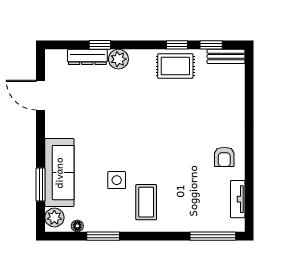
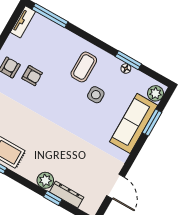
armchair: (196, 162) -> (32, 76), added
tv unit: (238, 199) -> (23, 22), moved
floor lamp: (77, 226) -> (126, 69), moved

